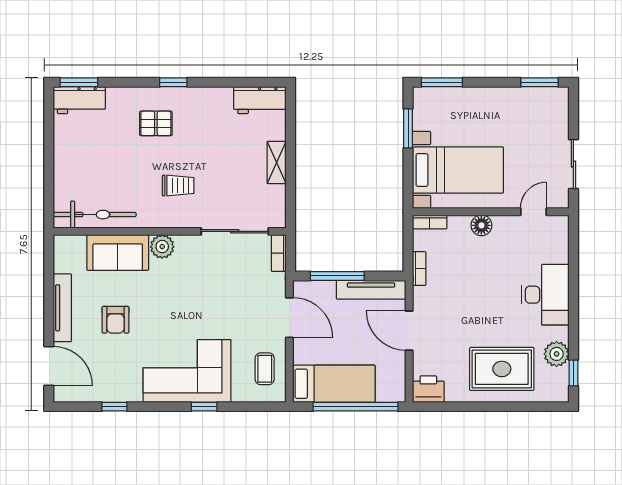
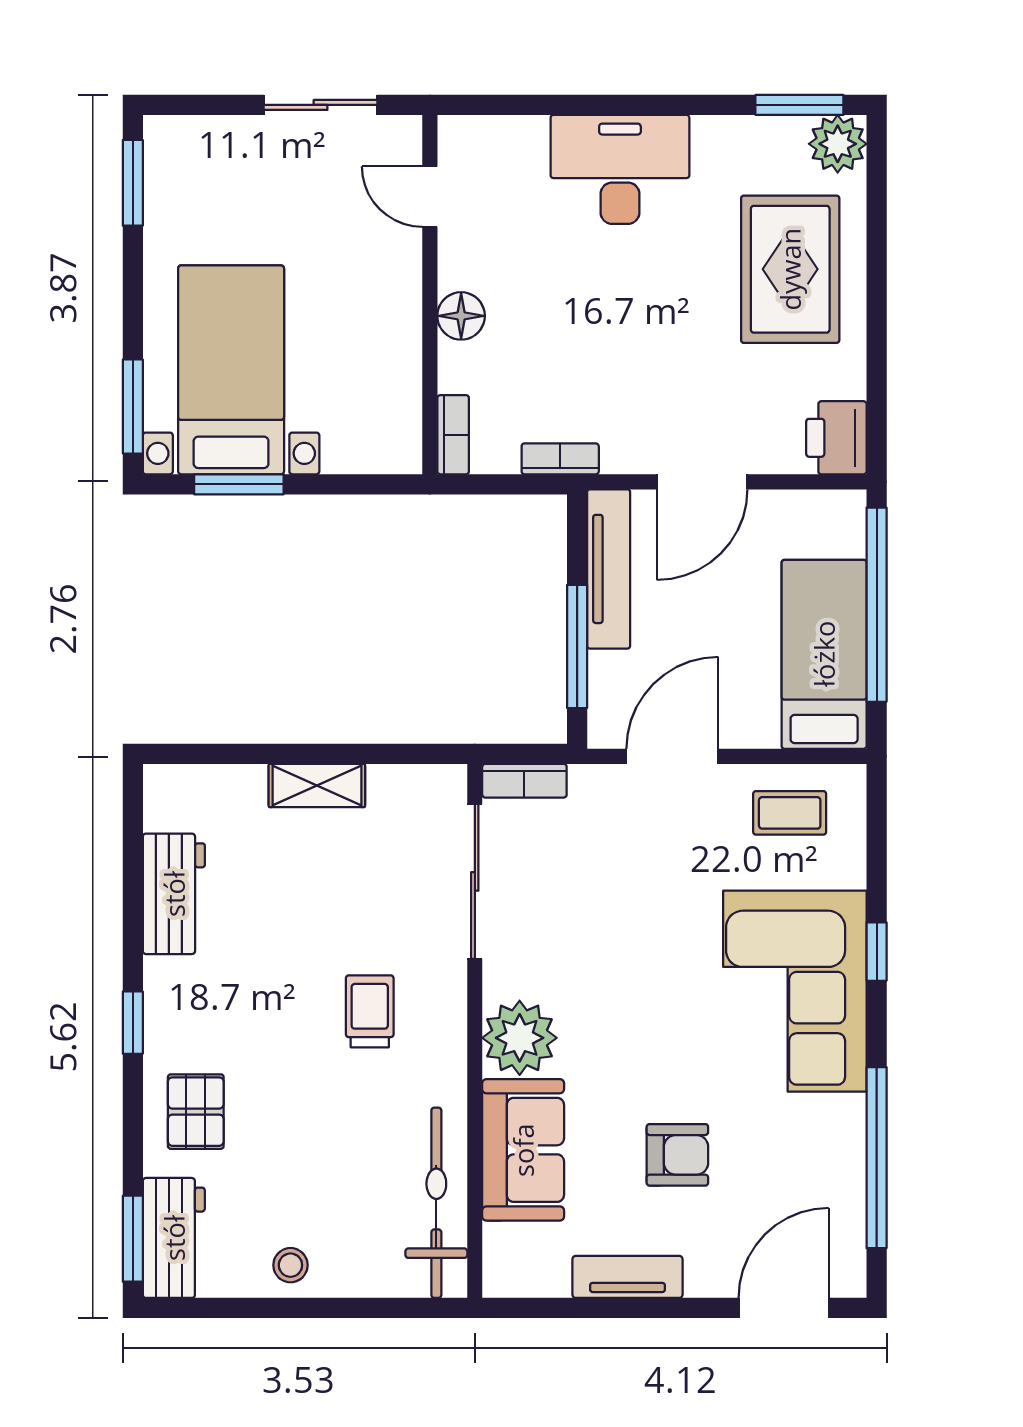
workbench: (260, 100) -> (174, 894), moved
pallet: (156, 123) -> (196, 1112), moved
stool: (67, 151) -> (290, 1265), added
bed with nightstands: (458, 170) -> (231, 370), moved
plant: (162, 247) -> (520, 1038), width x1.36, depth x1.36
tv unit: (62, 308) -> (627, 1277), width x0.71
plant: (557, 354) -> (838, 144), moved
window: (573, 373) -> (799, 105), width x1.50
window: (114, 407) -> (877, 1158), width x3.17

